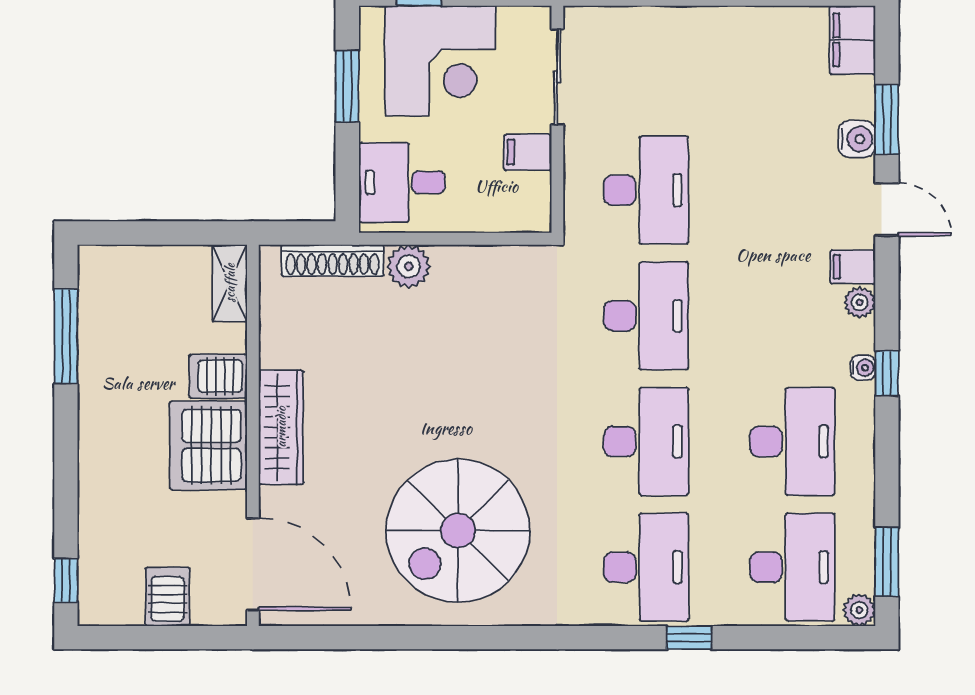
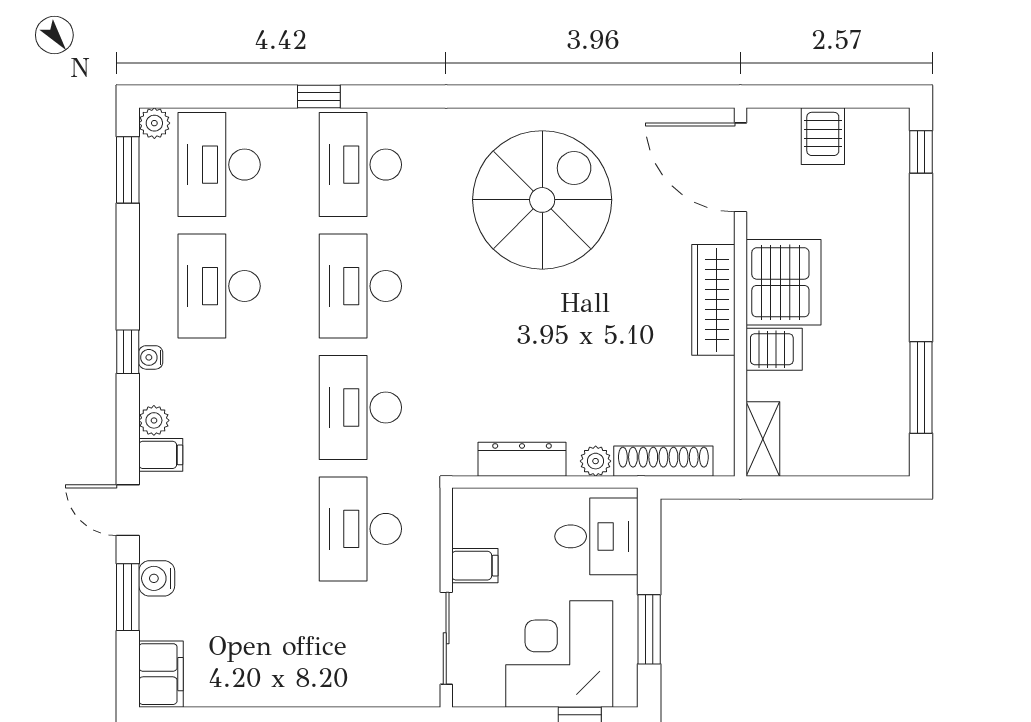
dresser: (479, 262) -> (522, 459), added
plant: (409, 266) -> (596, 461), width x0.73, depth x0.73

